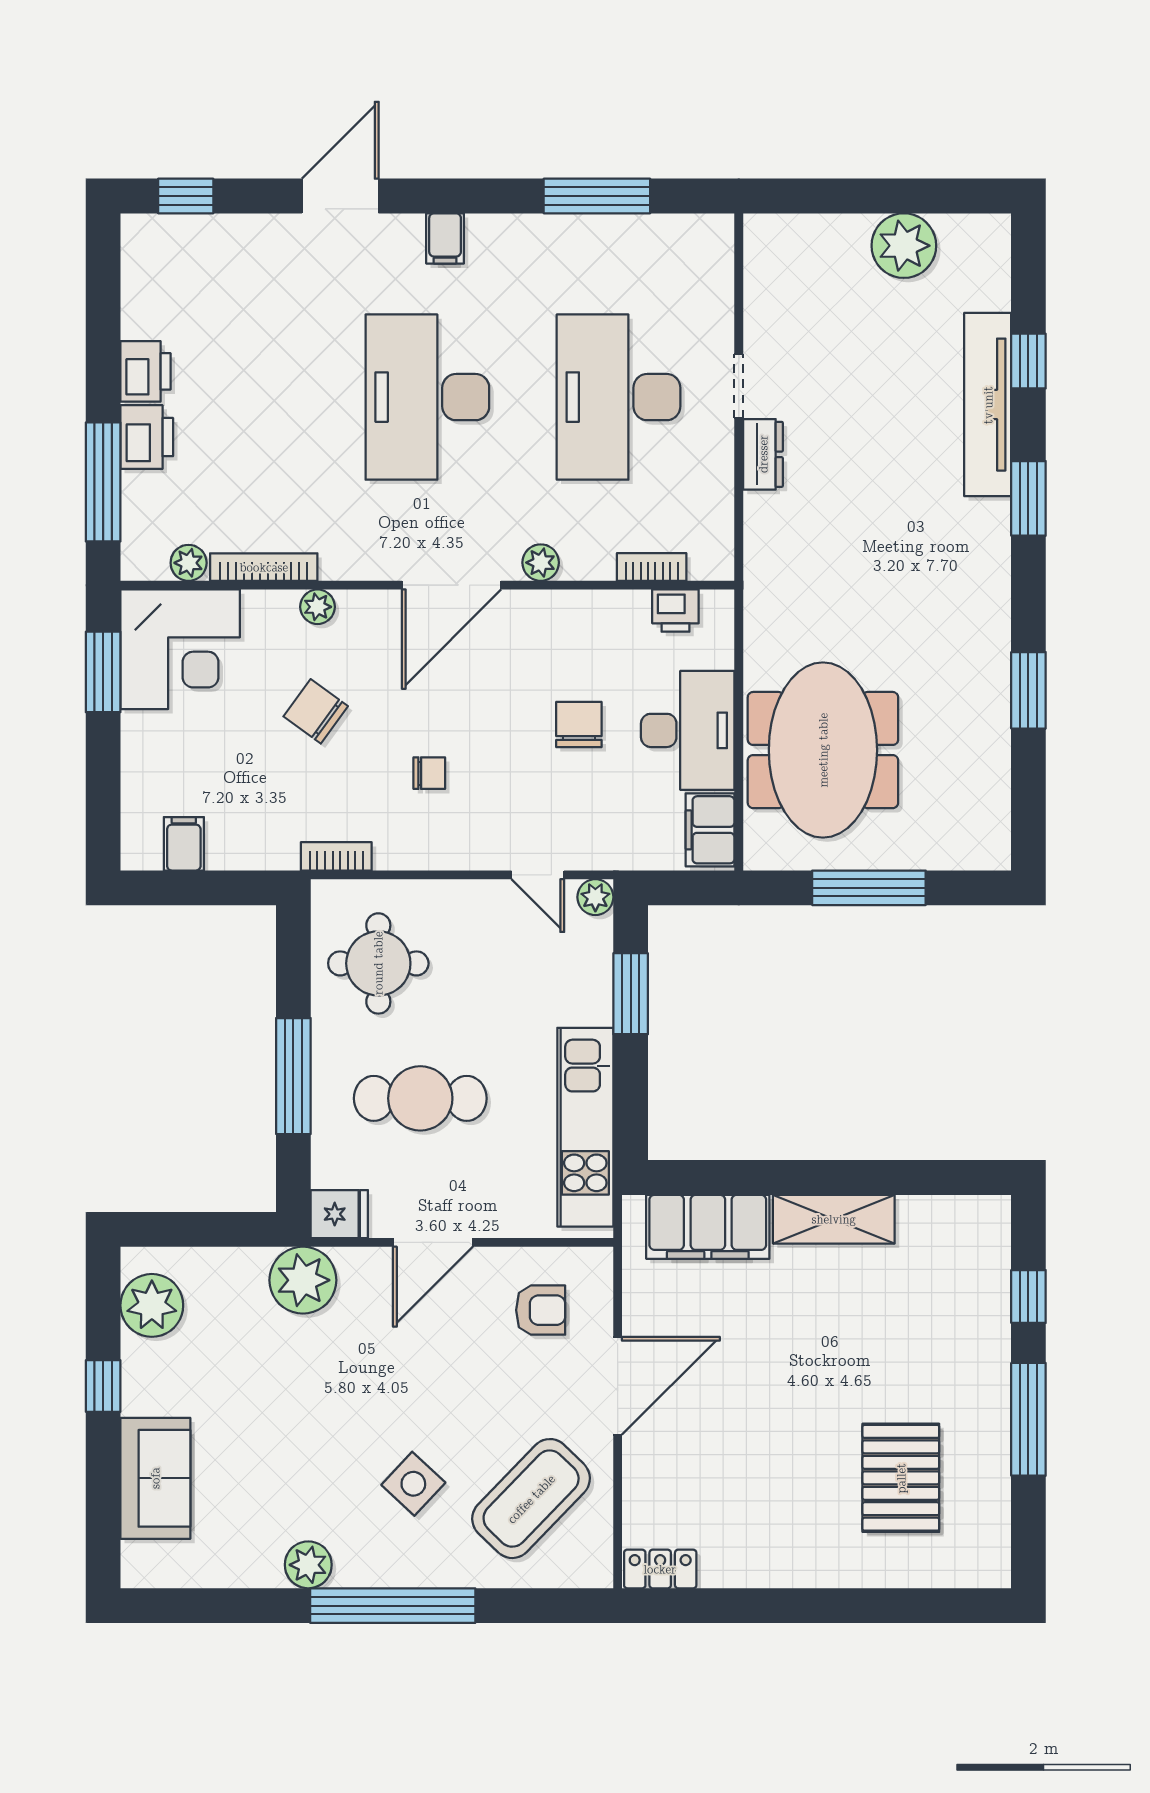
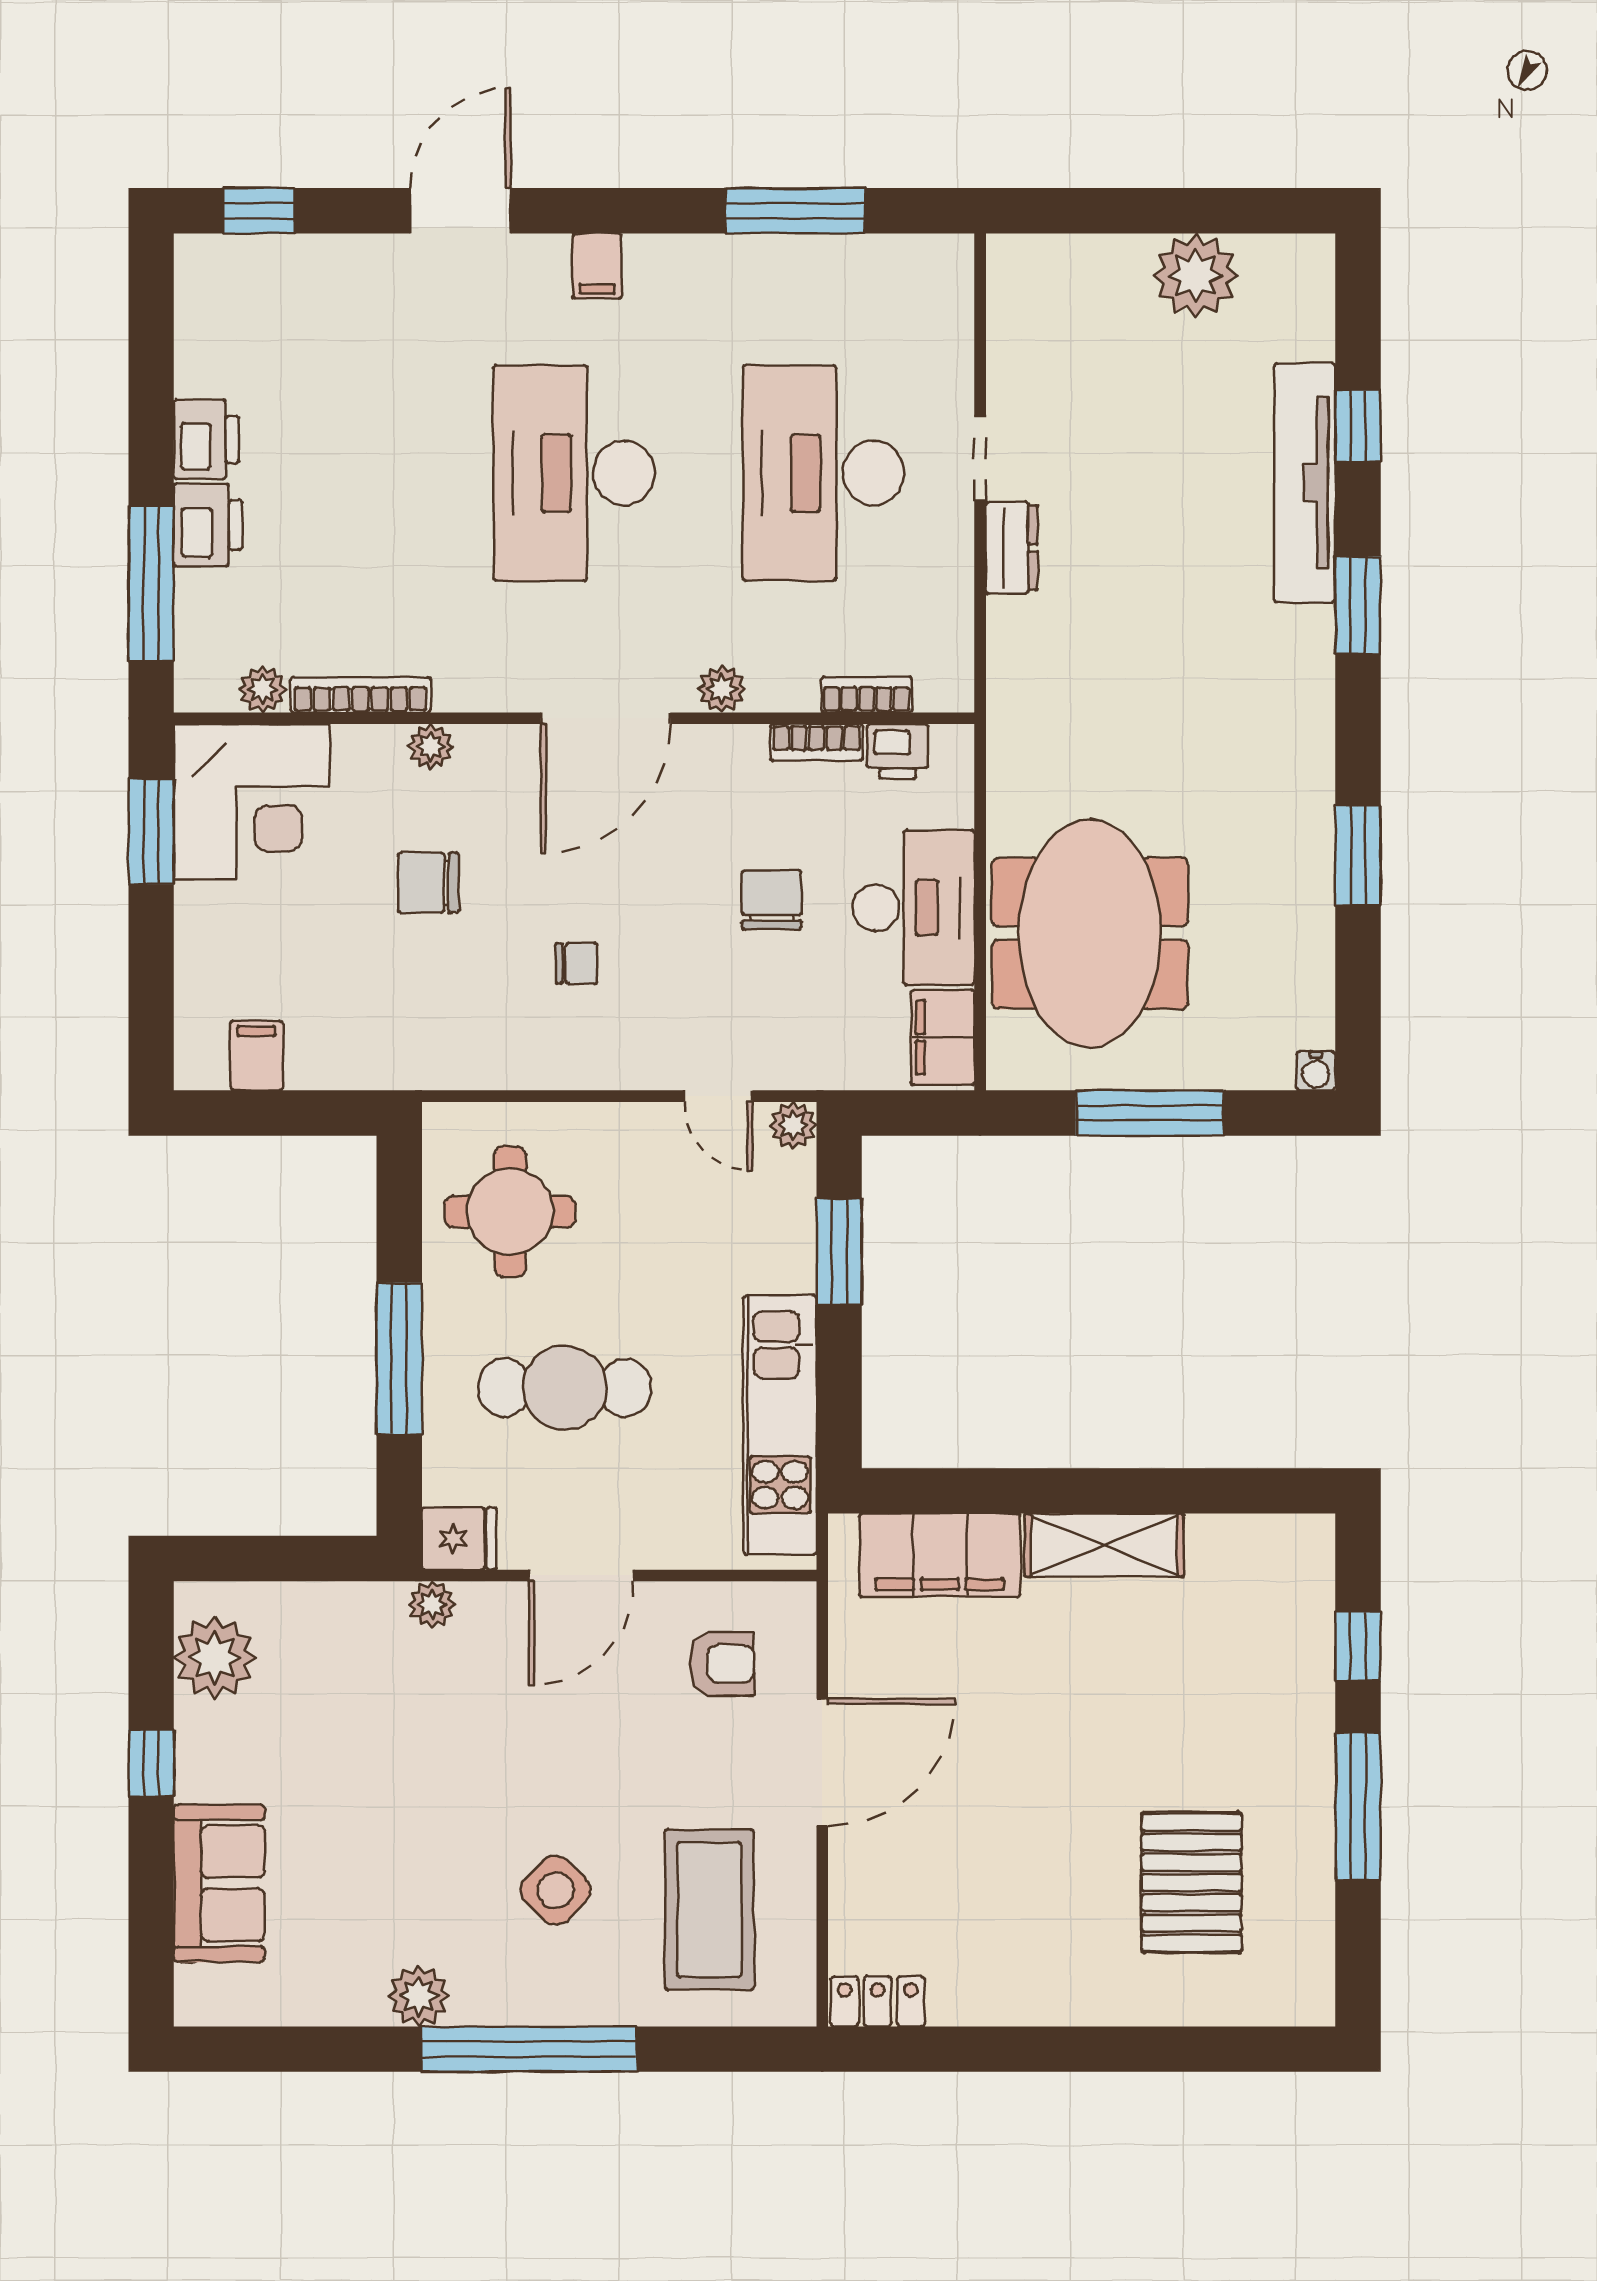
chair: (316, 711) -> (428, 883), turned -36
bookcase: (336, 856) -> (817, 742), moved, turned 180
water cooler: (996, 856) -> (1316, 1071), added
plant: (303, 1280) -> (432, 1604), width x0.53, depth x0.53
coffee table: (531, 1499) -> (709, 1910), turned -44

